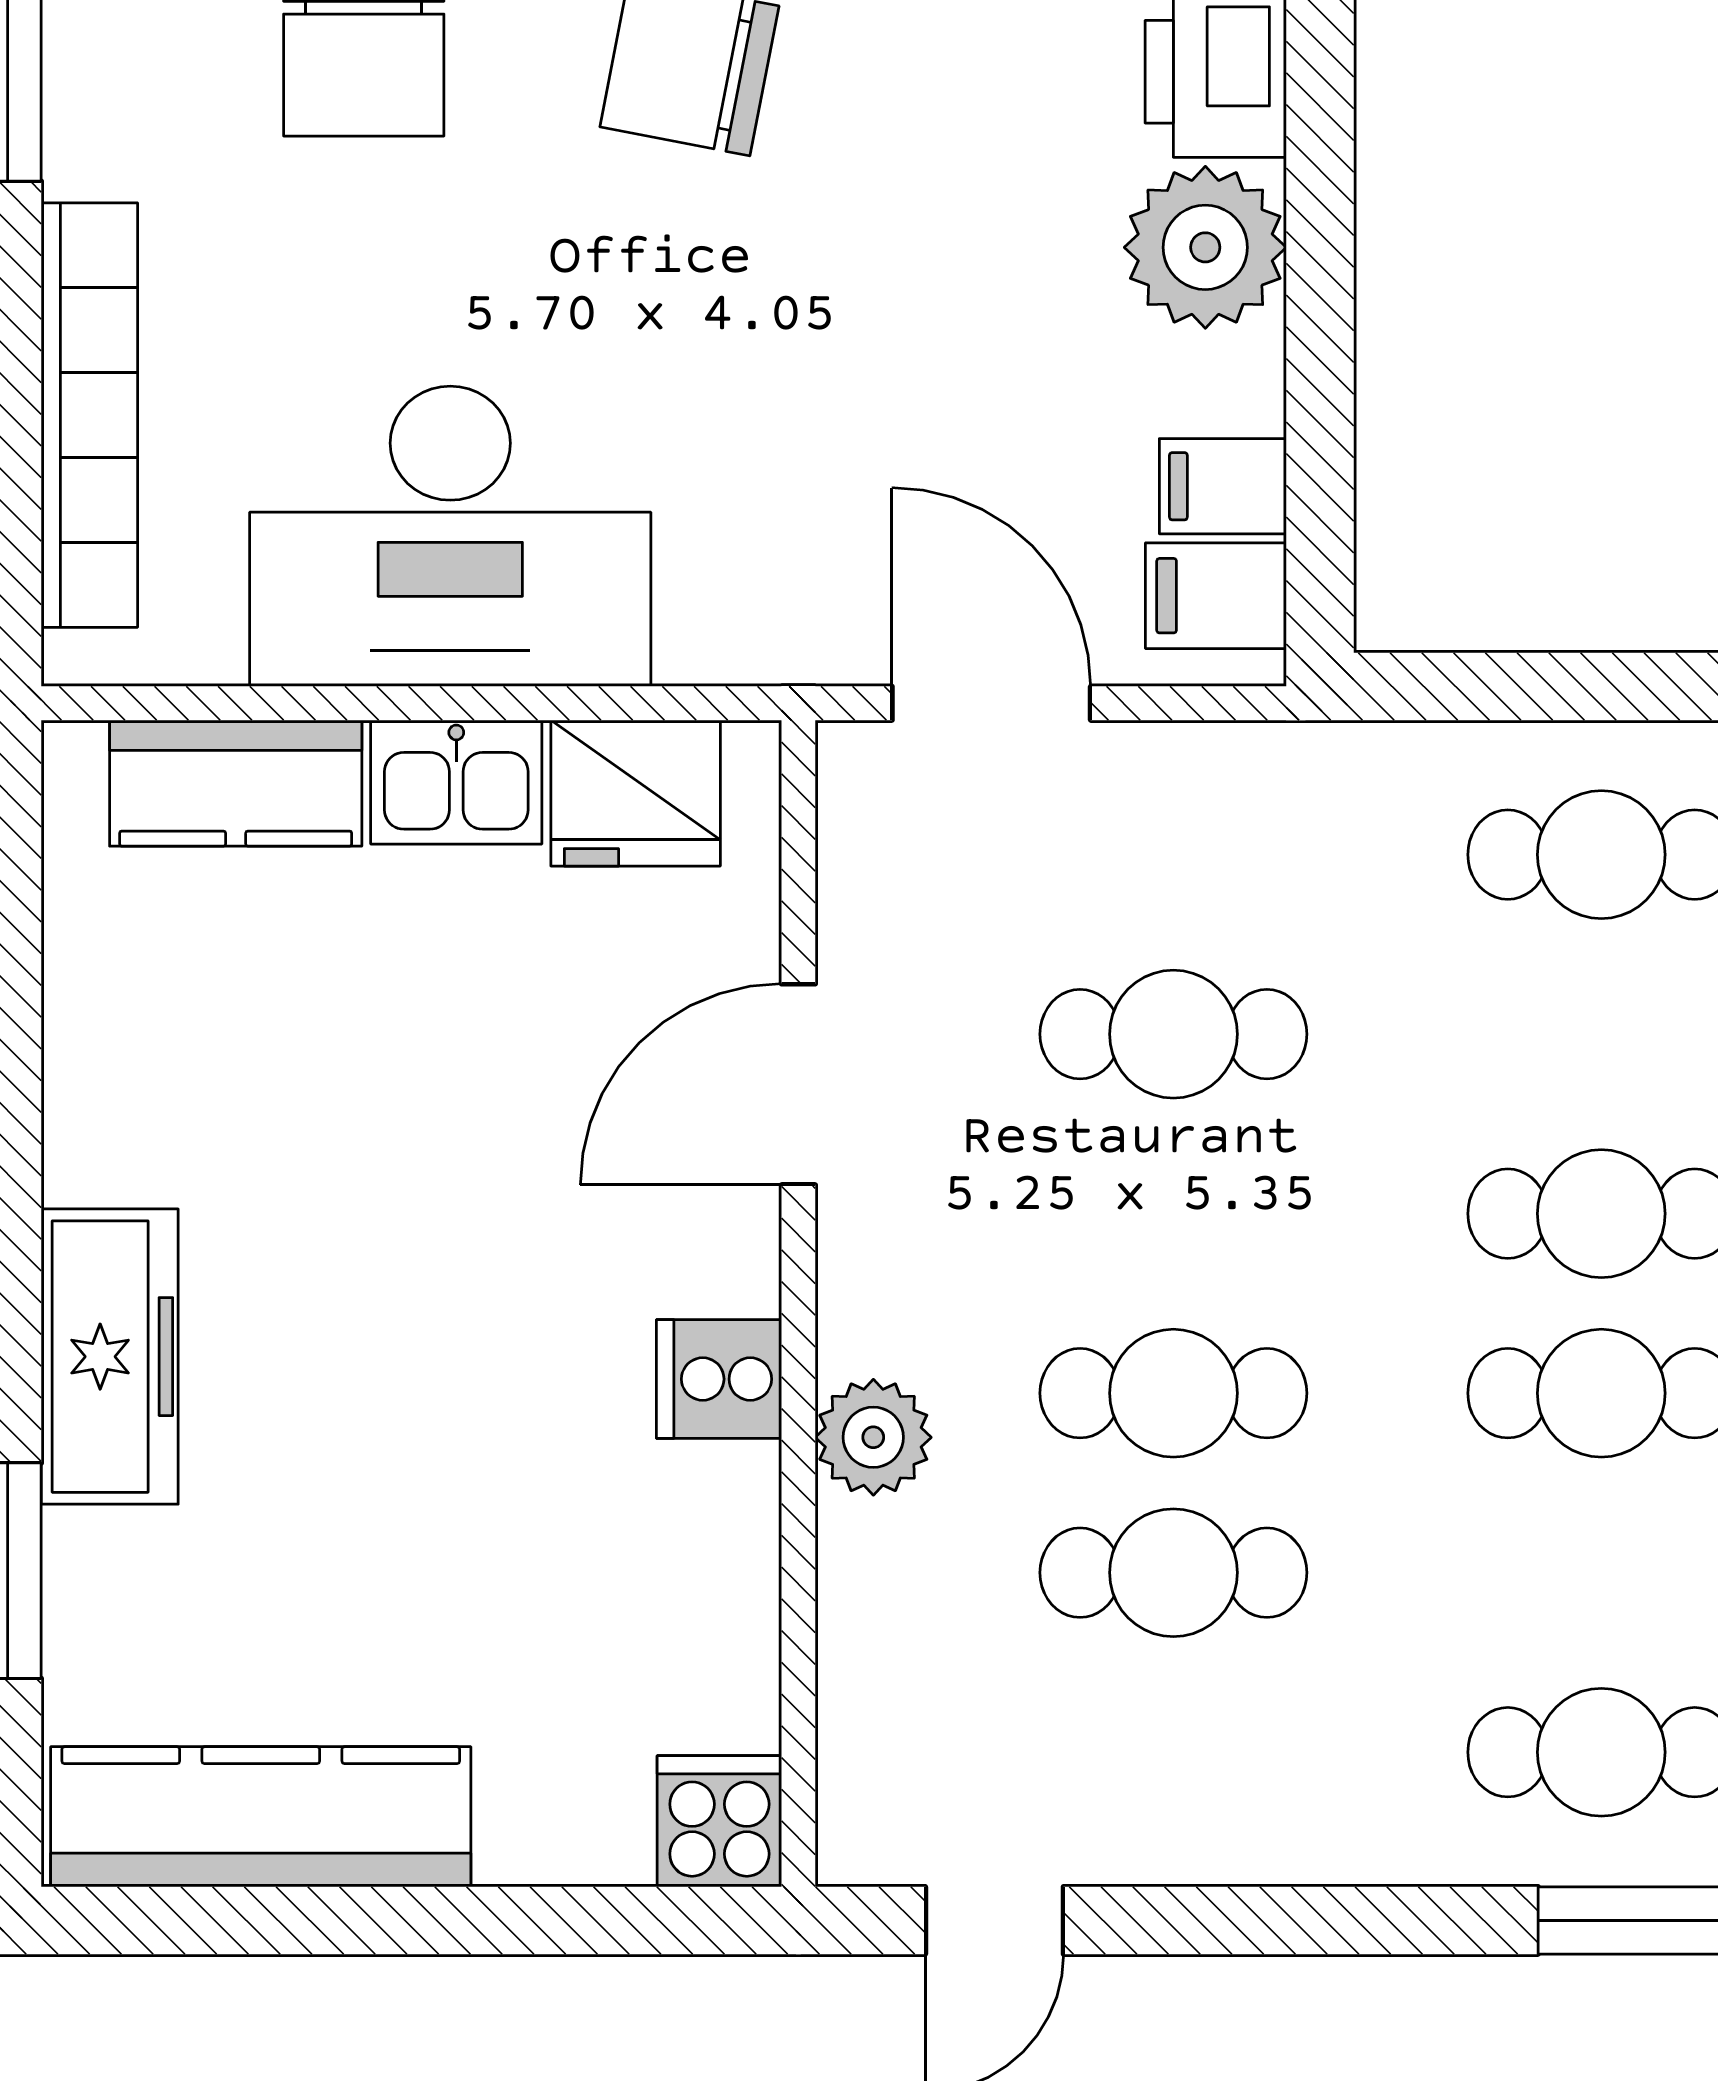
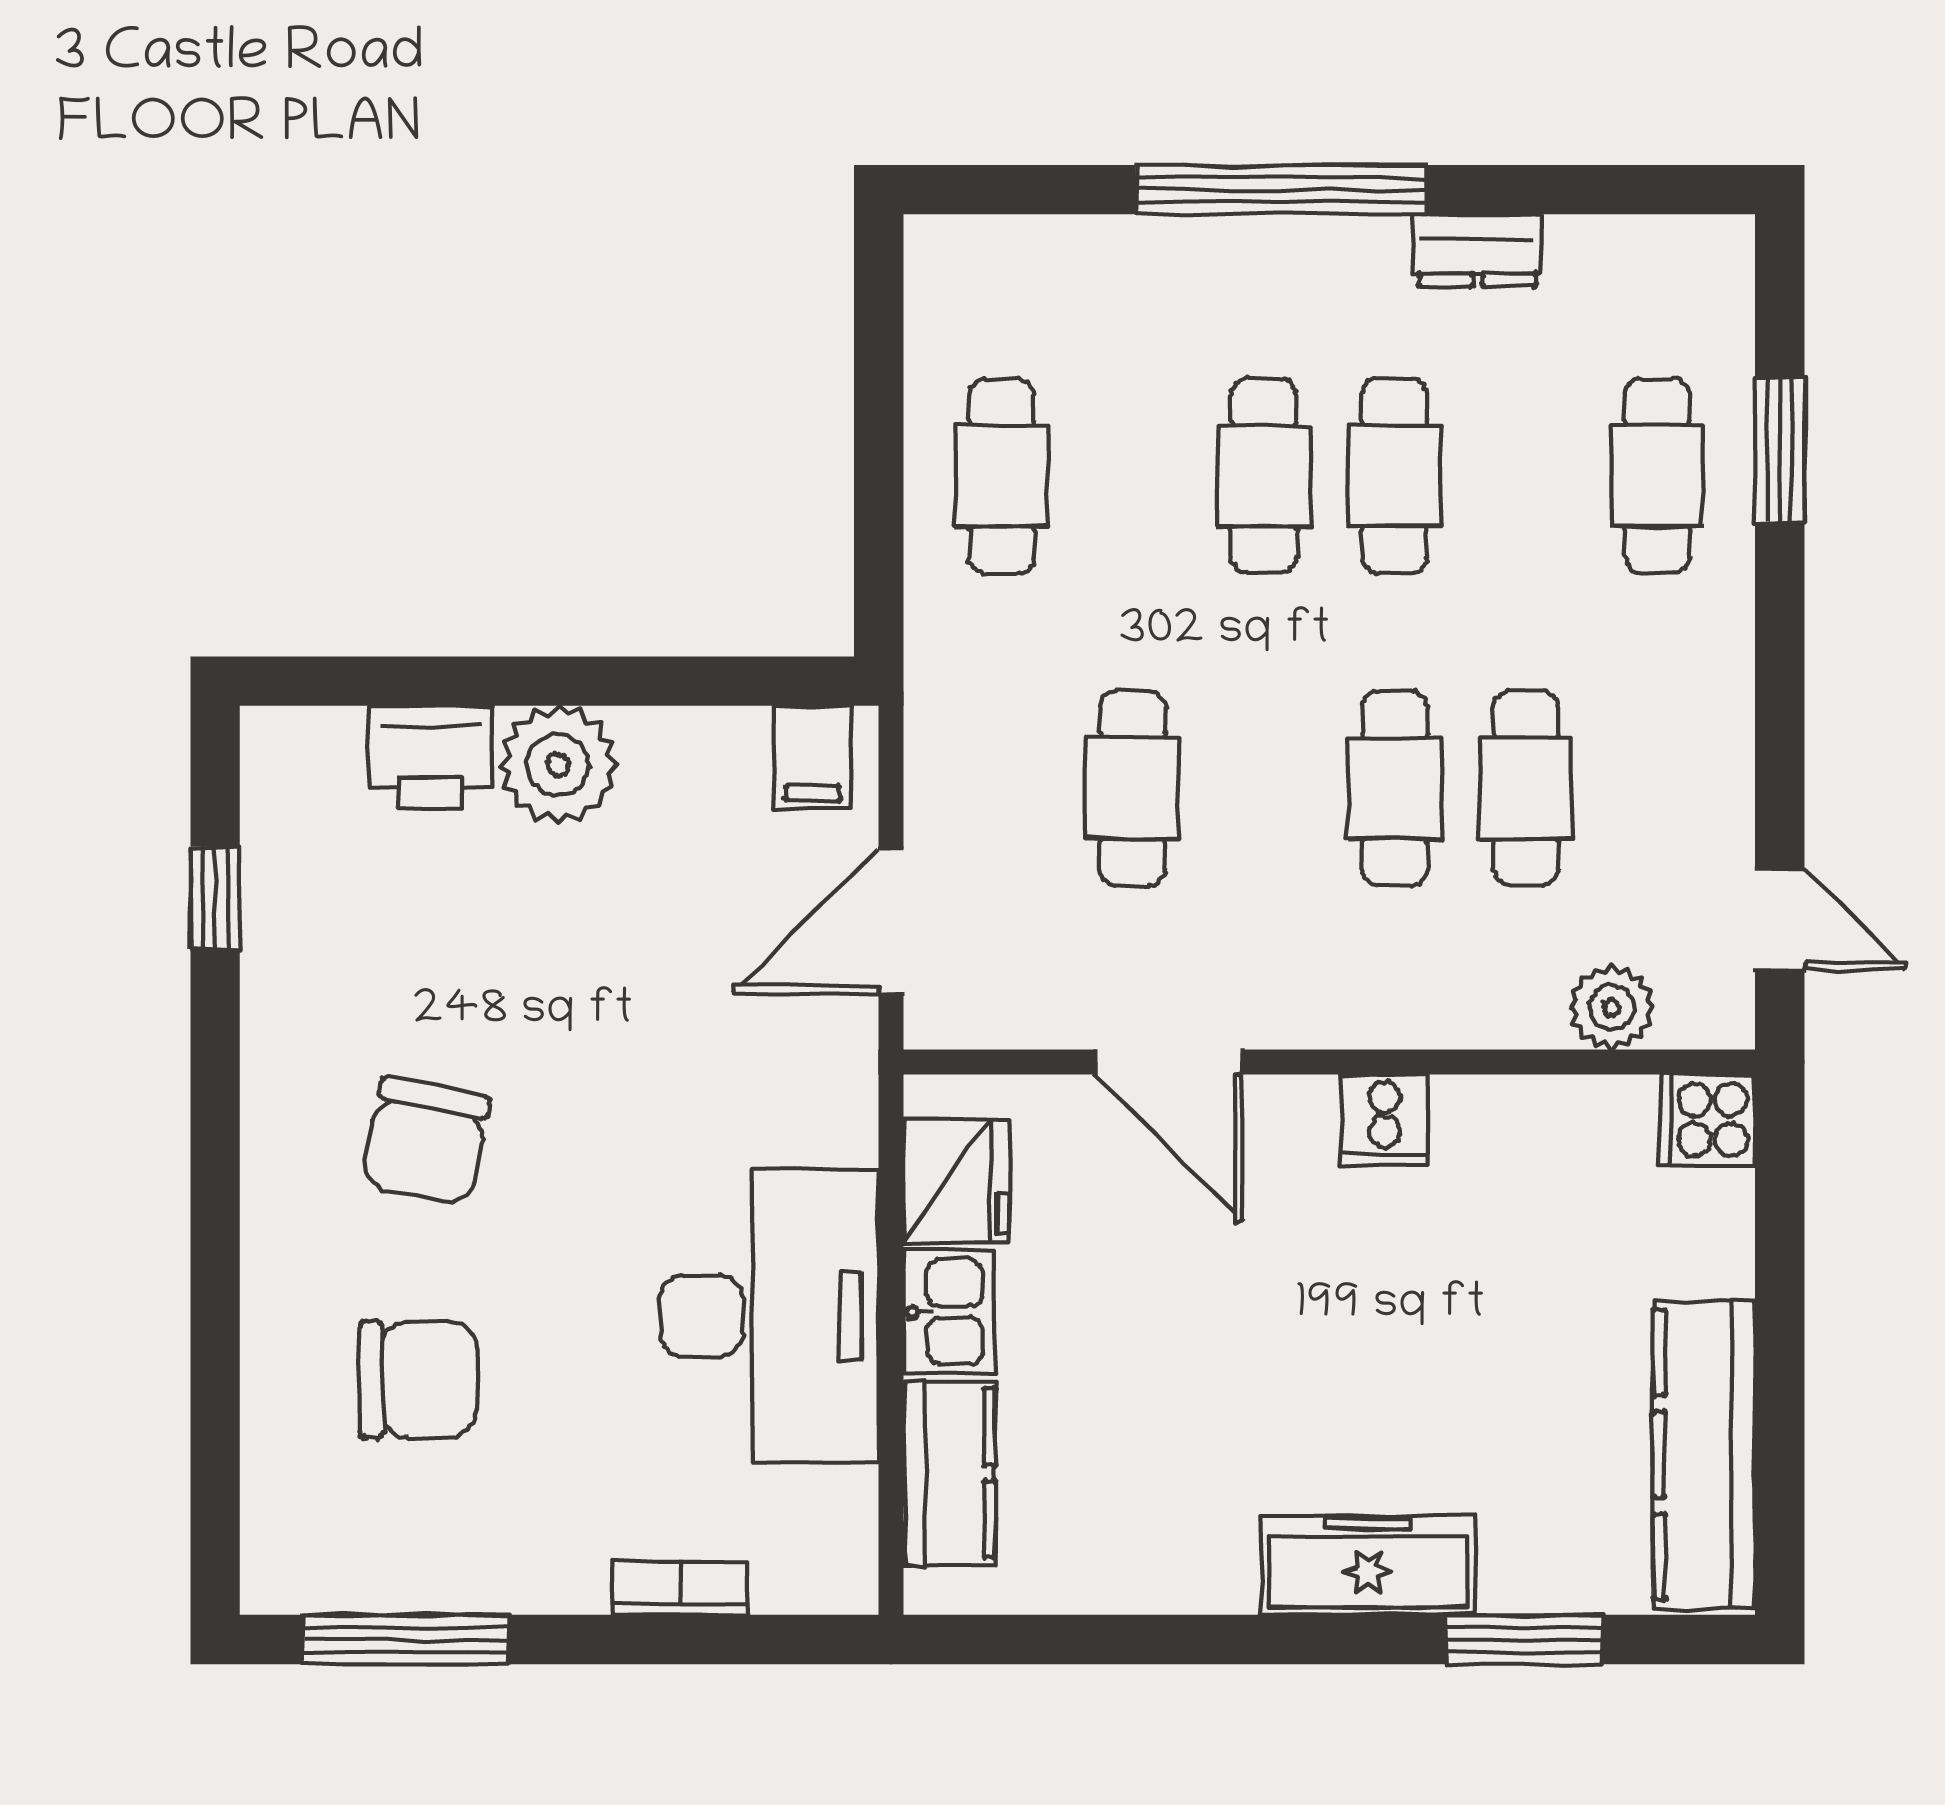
bookcase: (89, 415) -> (681, 1588), width x0.43, depth x0.76
filing cabinet: (1223, 486) -> (732, 752), removed
plant: (873, 1437) -> (1612, 1007), moved

